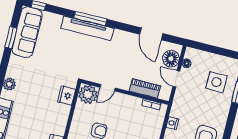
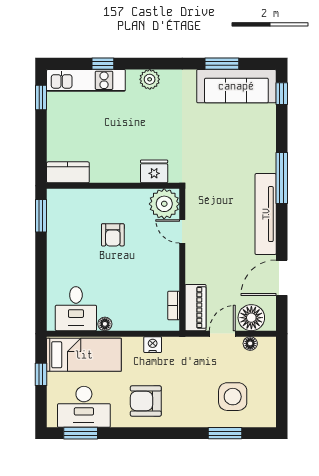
tv unit: (87, 28) -> (266, 214), moved
piano: (145, 88) -> (195, 308), moved

